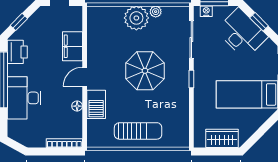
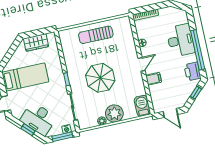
filing cabinet: (72, 46) -> (154, 79), width x0.50
barbecue: (96, 104) -> (142, 106), moved

